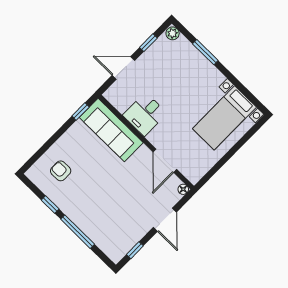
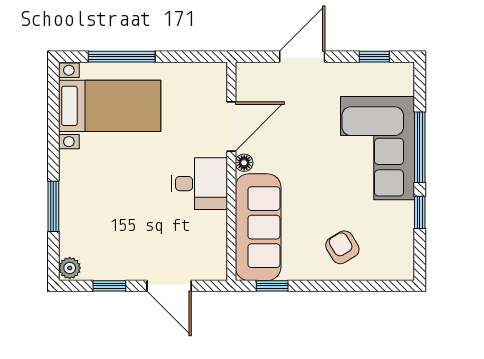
desk: (145, 114) -> (199, 184), moved
window: (240, 143) -> (122, 57), added
armchair: (61, 171) -> (342, 247), moved, turned 149
floor lamp: (183, 189) -> (244, 163), moved
corner sofa: (95, 213) -> (378, 148), added

